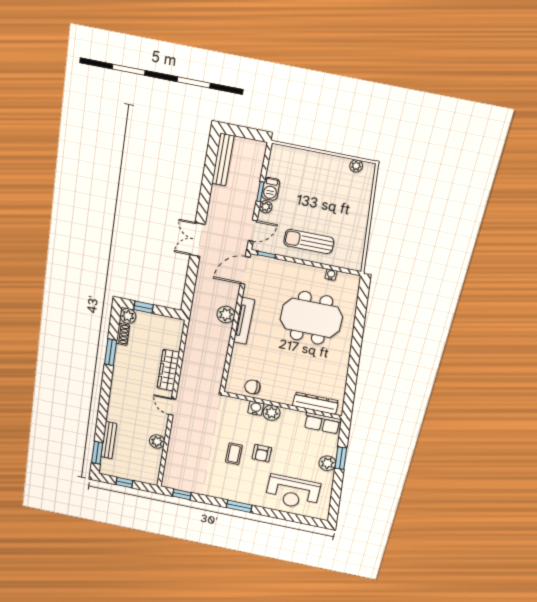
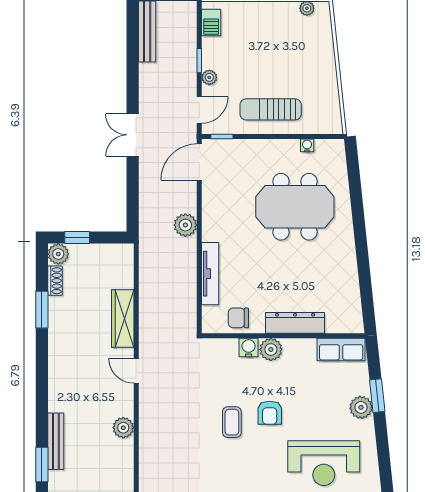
barbecue: (271, 189) -> (211, 23), moved
tv unit: (244, 321) -> (210, 274), moved
dresser: (315, 403) -> (295, 323), moved

